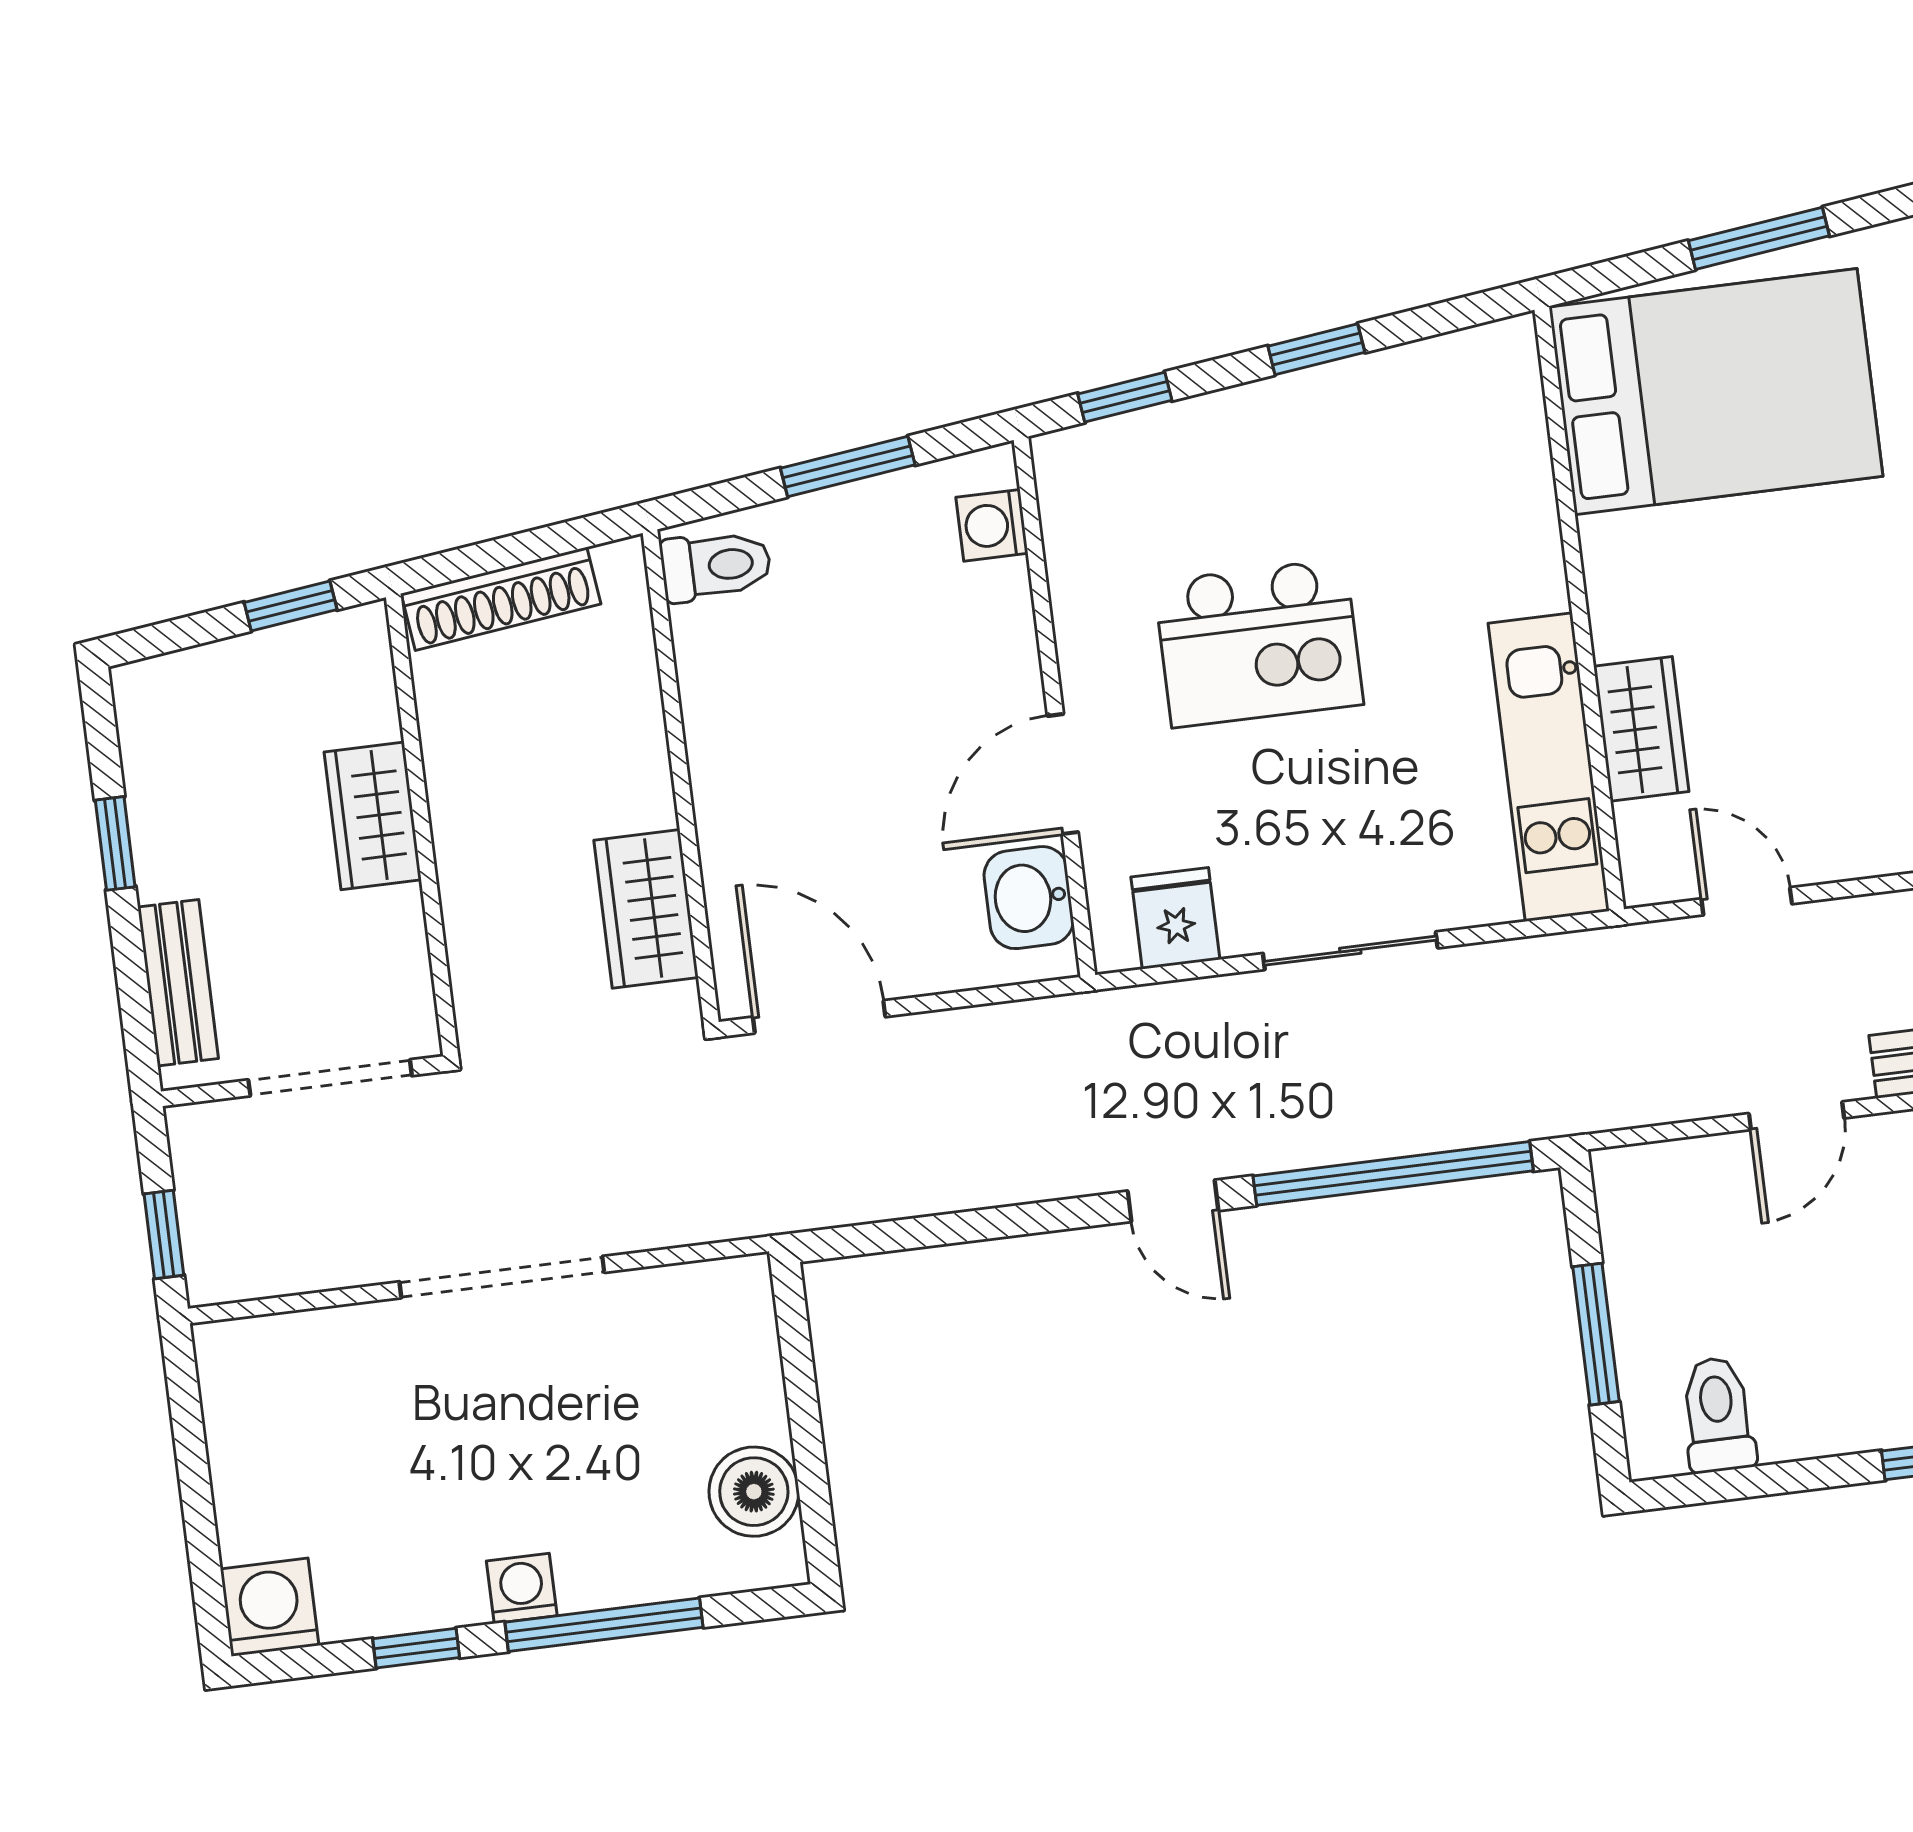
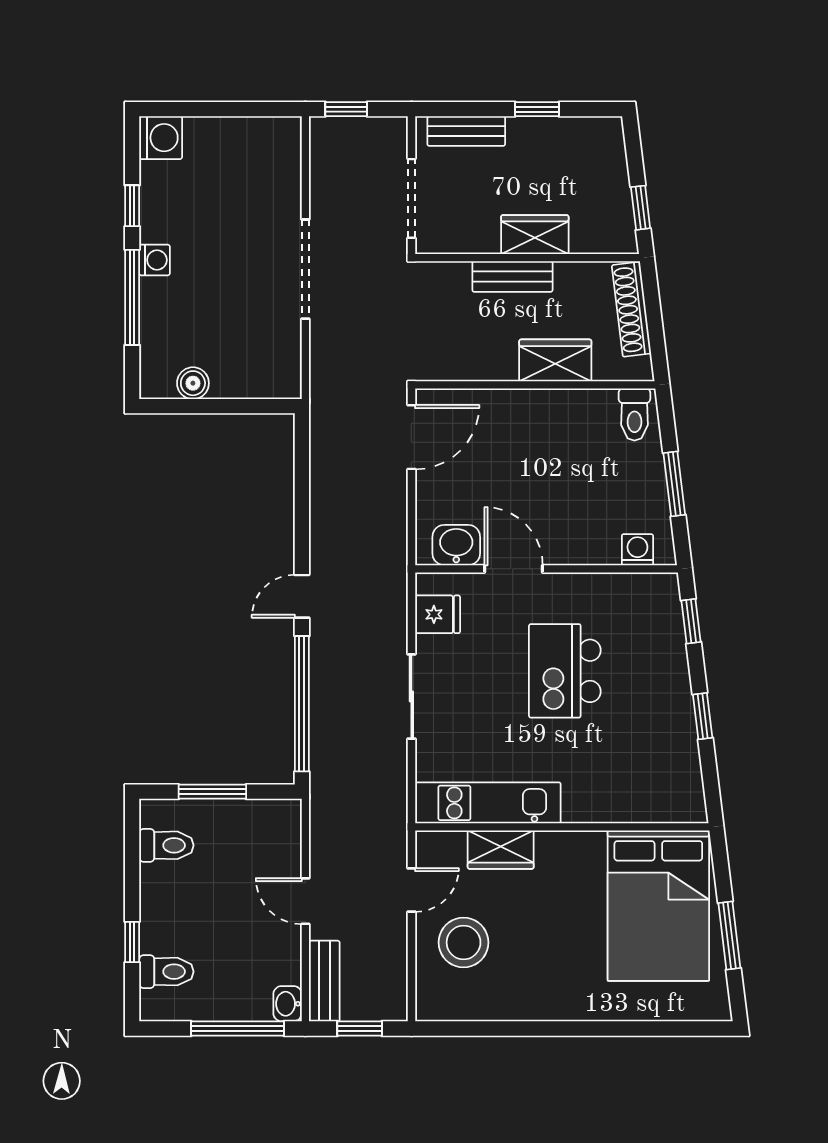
stool: (1841, 781) -> (464, 942), added
bench: (464, 851) -> (512, 277), added
wardrobe: (646, 909) -> (555, 360), moved
boiler: (754, 1492) -> (193, 383), width x0.73, depth x0.73

